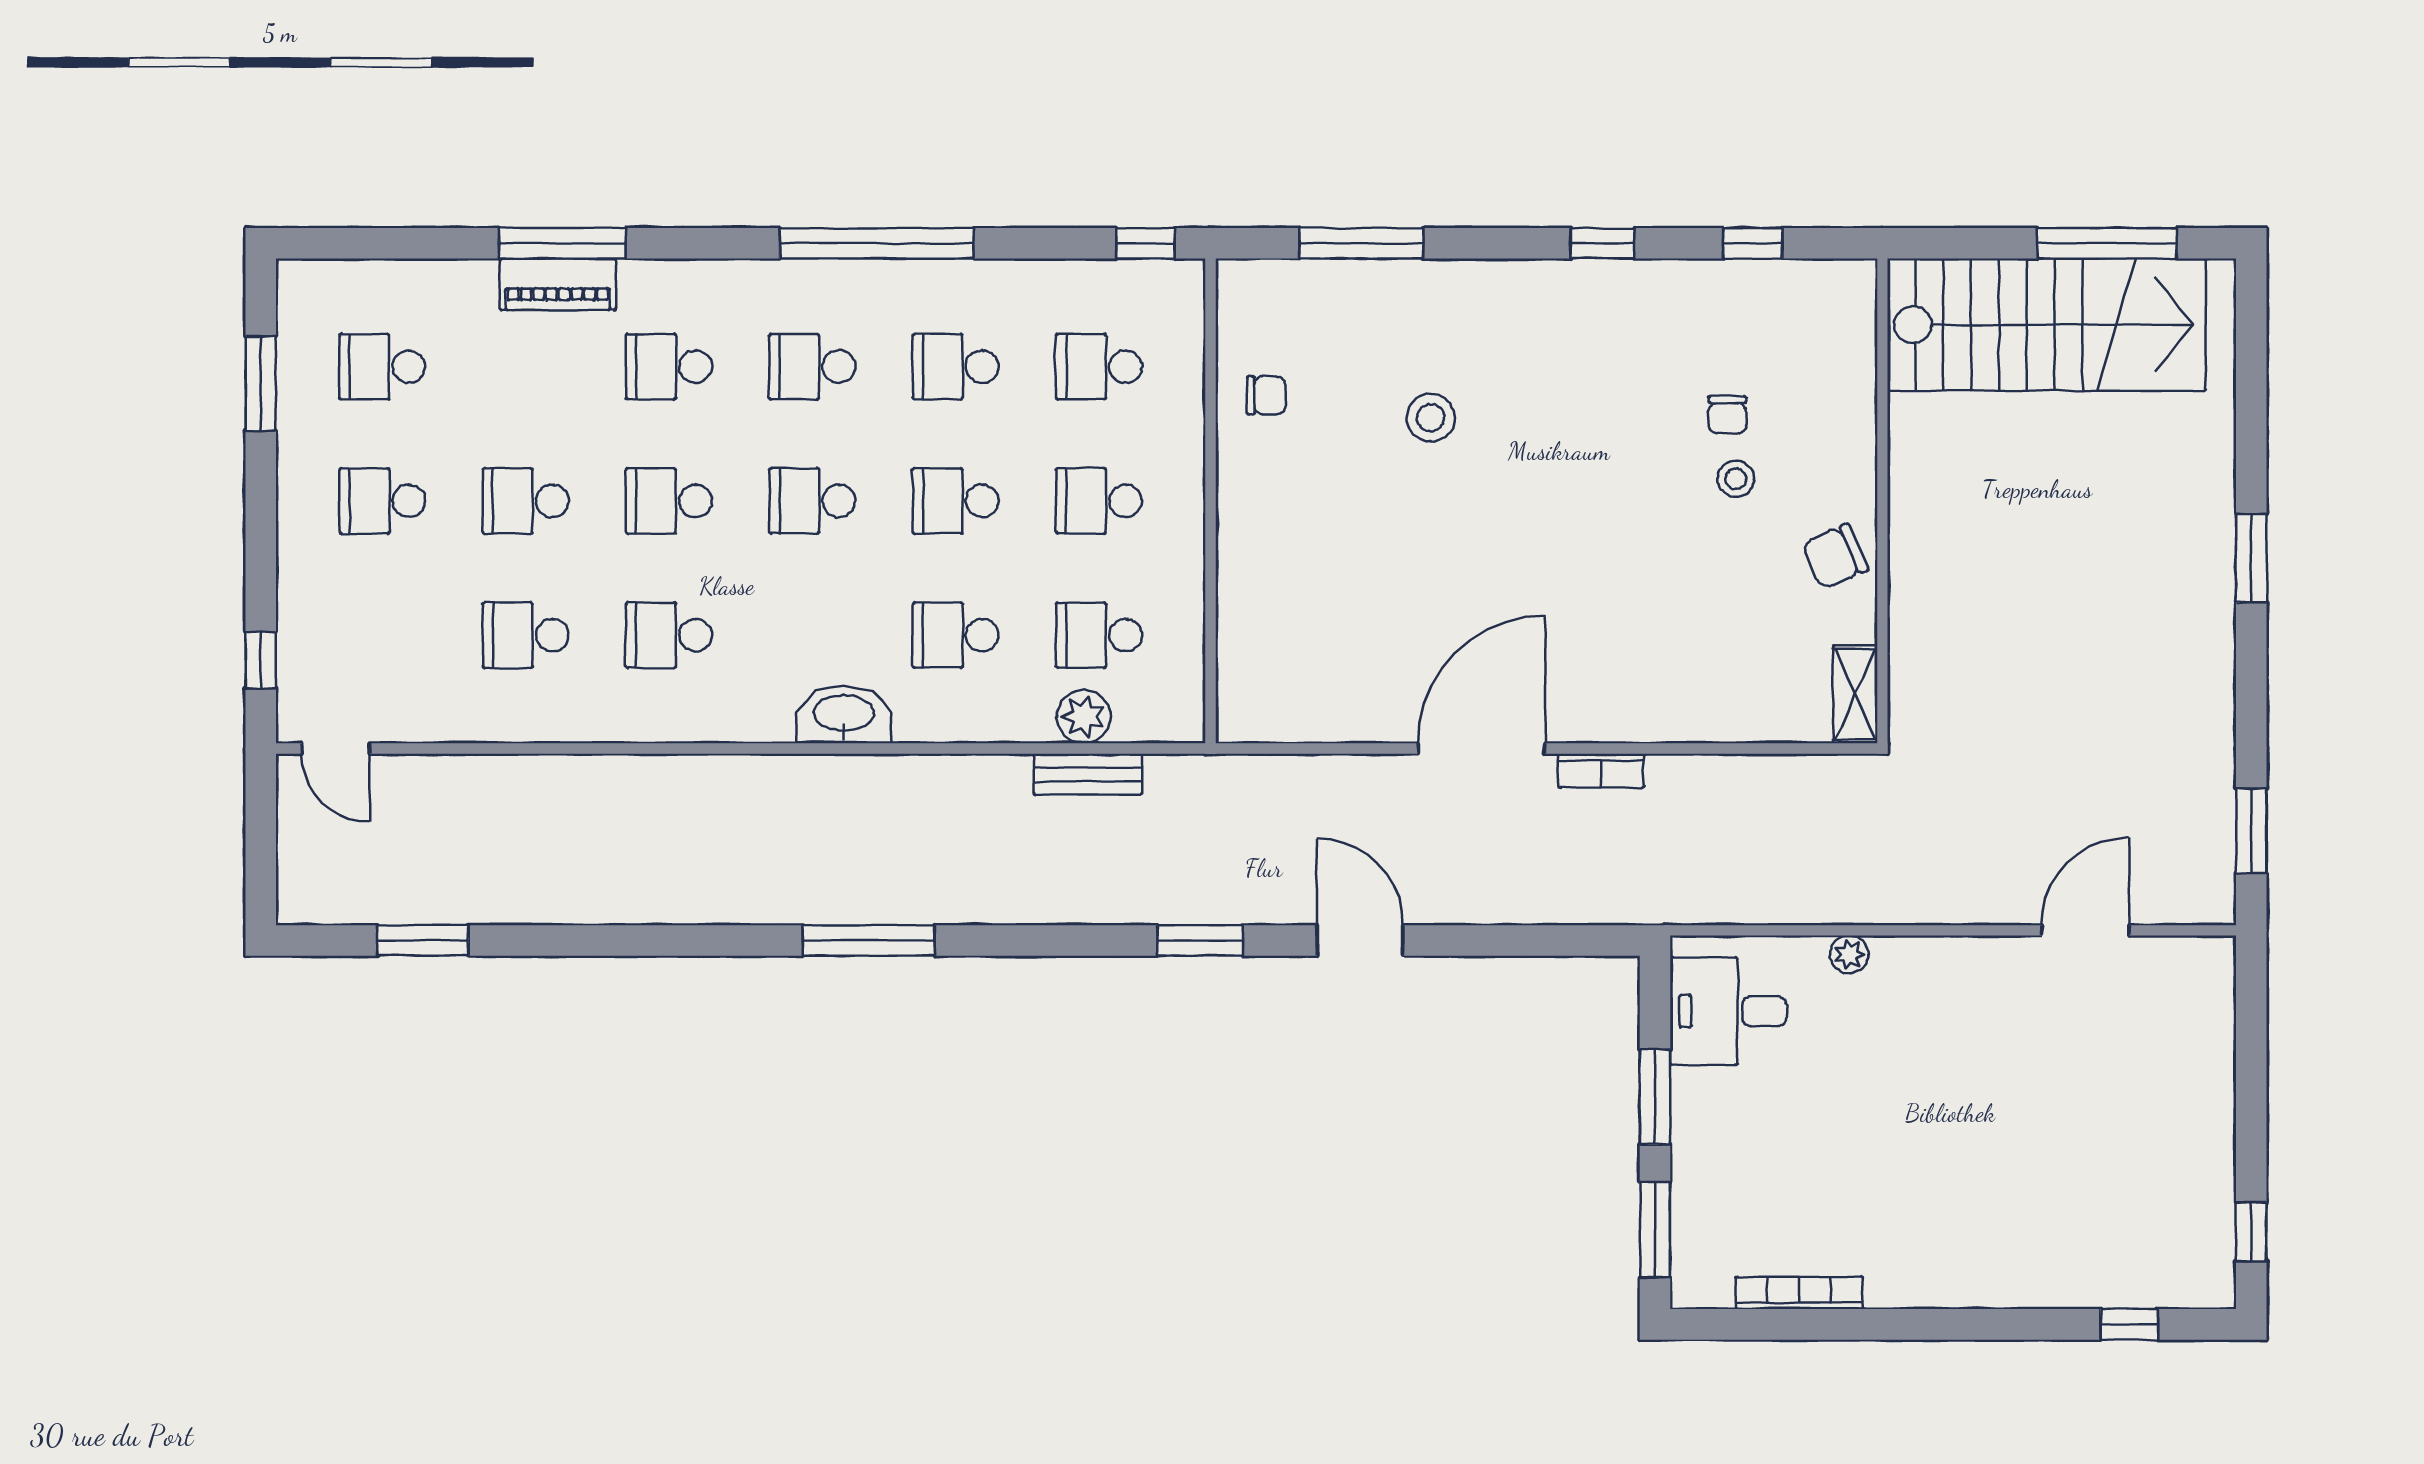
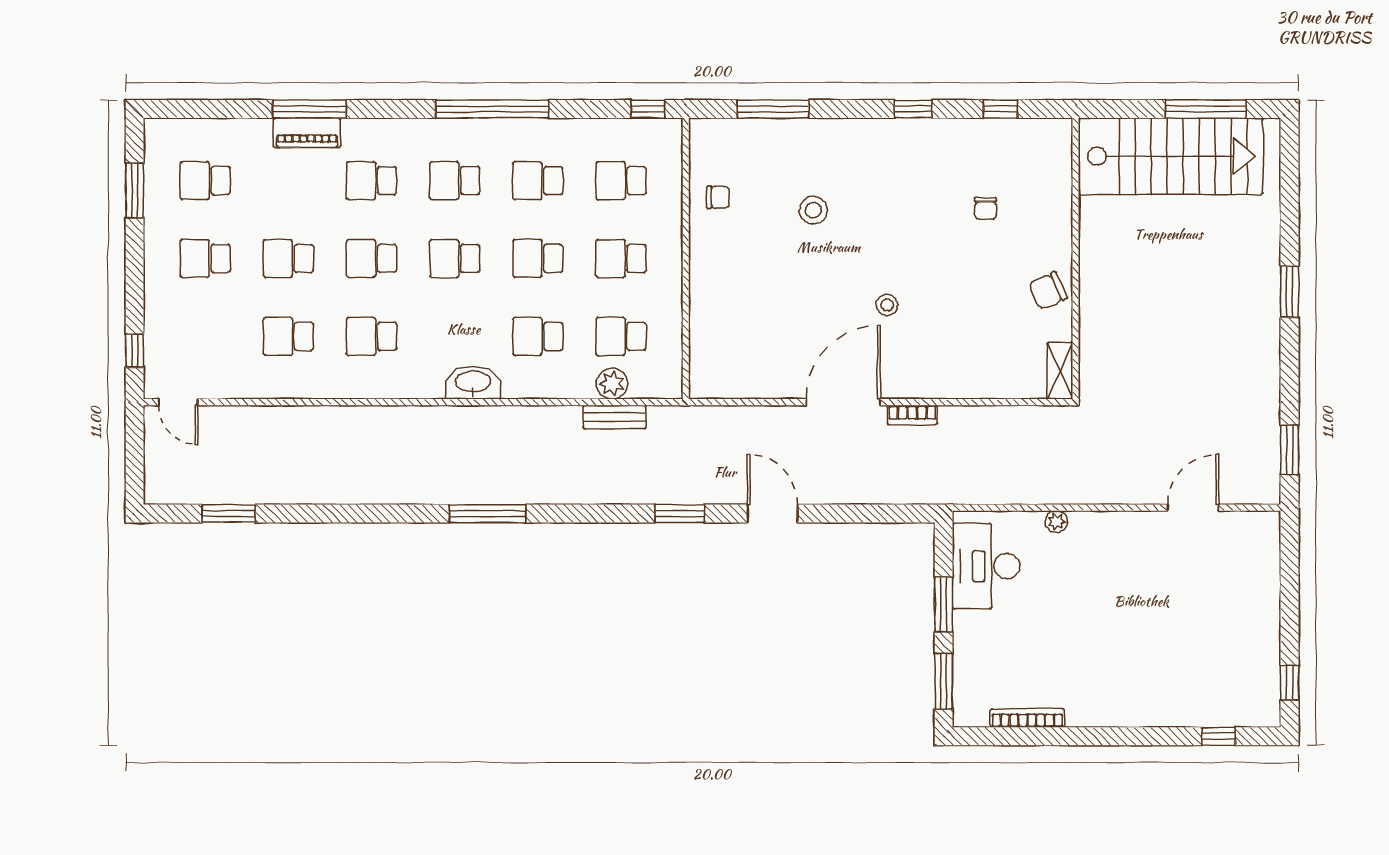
stool: (1736, 479) -> (887, 305), moved
desk: (1728, 1011) -> (986, 566), width x1.37

